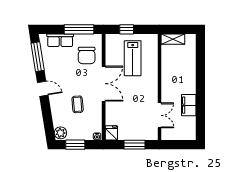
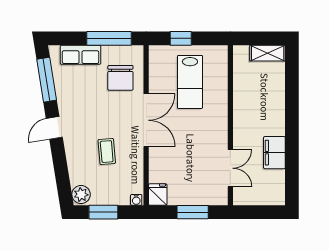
shelving: (173, 39) -> (268, 53), moved
door: (43, 89) -> (54, 128), swing flipped

